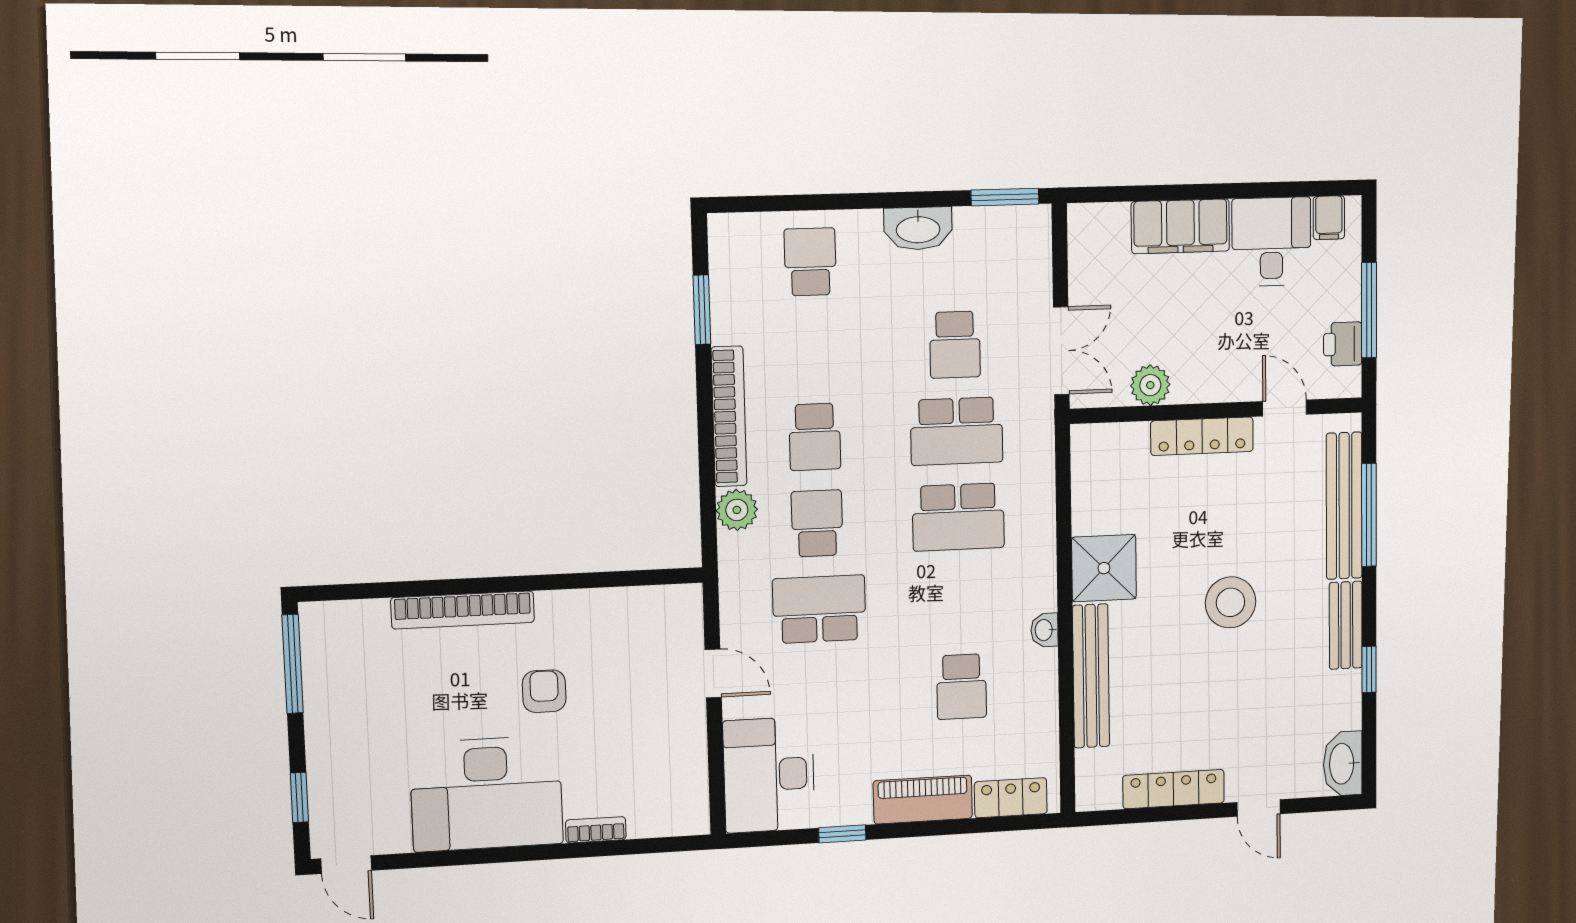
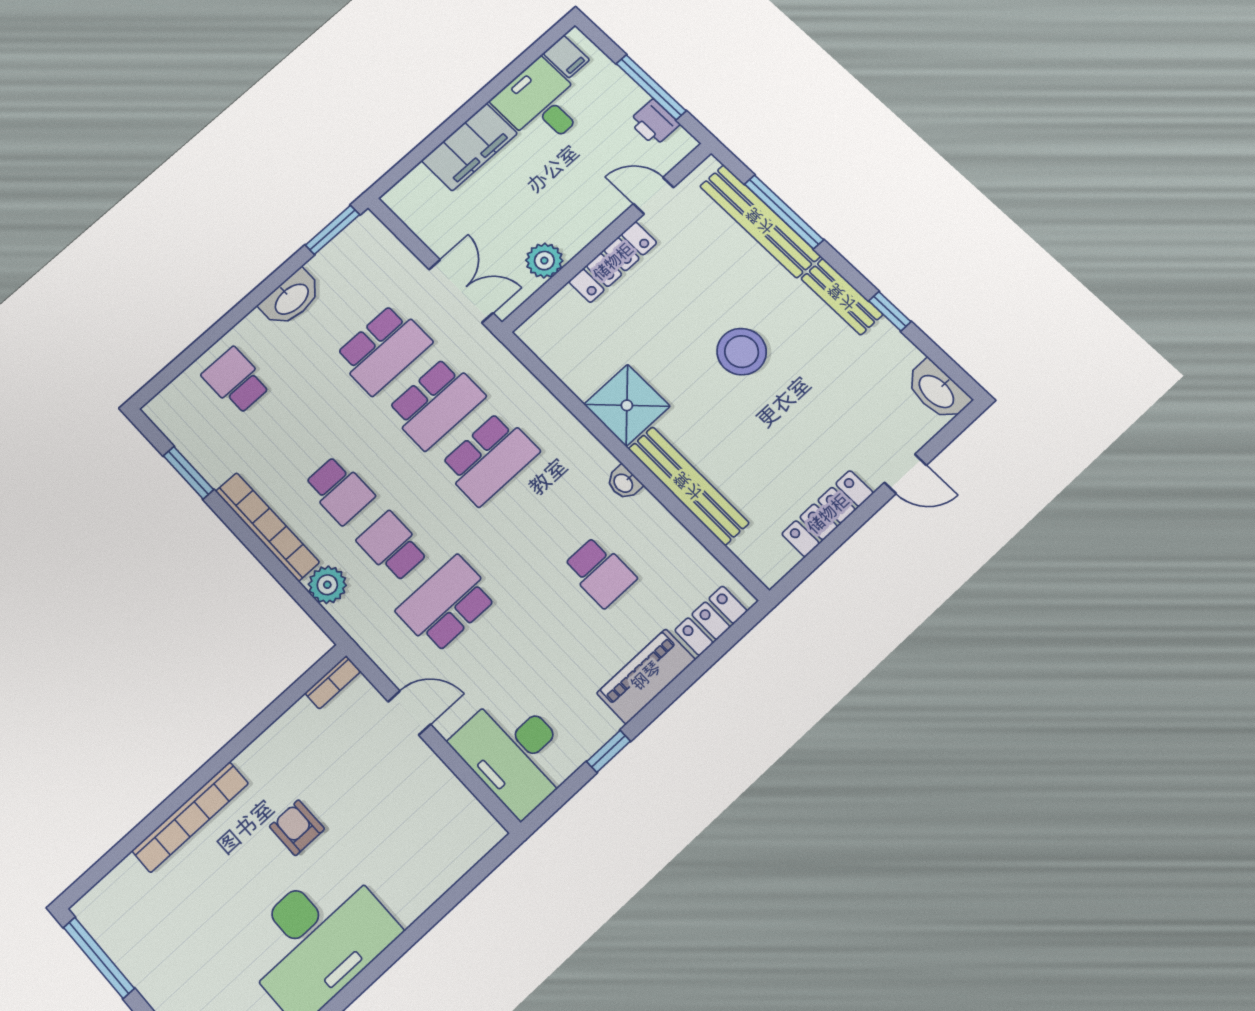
school desk: (955, 345) -> (383, 349), width x1.85
bookcase: (596, 830) -> (333, 682), moved, turned 180

